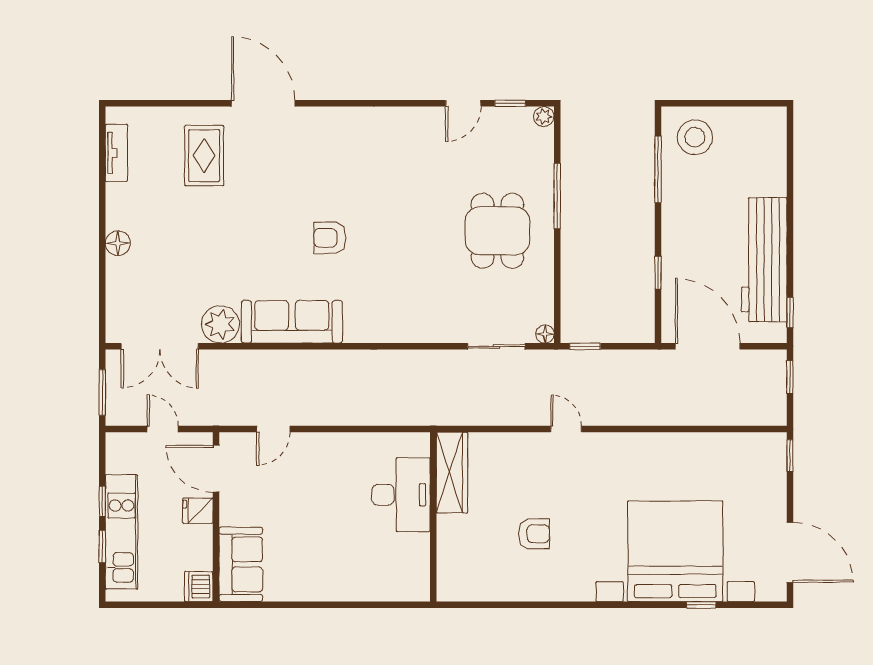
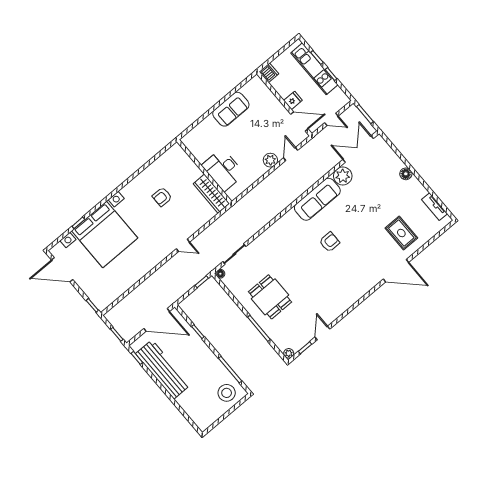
plant: (314, 447) -> (270, 160), added
sofa: (241, 564) -> (231, 109), moved, turned -90

